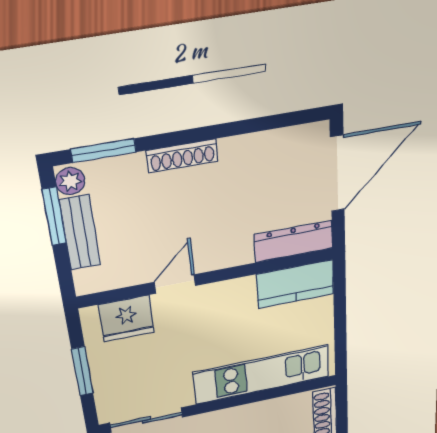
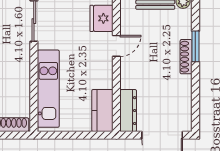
window: (104, 151) -> (195, 46), moved
door: (175, 284) -> (116, 46), hinge flipped

